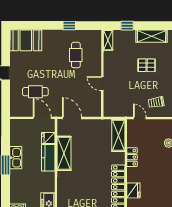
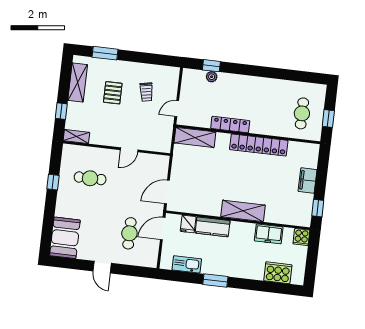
trolley: (156, 102) -> (146, 92), moved
shelving: (64, 153) -> (243, 211), moved
locker: (132, 157) -> (230, 125), width x1.53
kitchen sink: (16, 158) -> (187, 264), moved
fridge: (133, 190) -> (265, 127), removed

